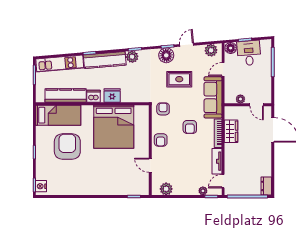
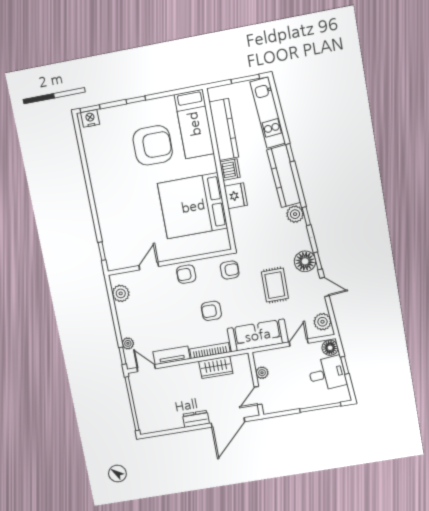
door: (223, 69) -> (299, 343), hinge flipped
dresser: (266, 186) -> (196, 419), moved

